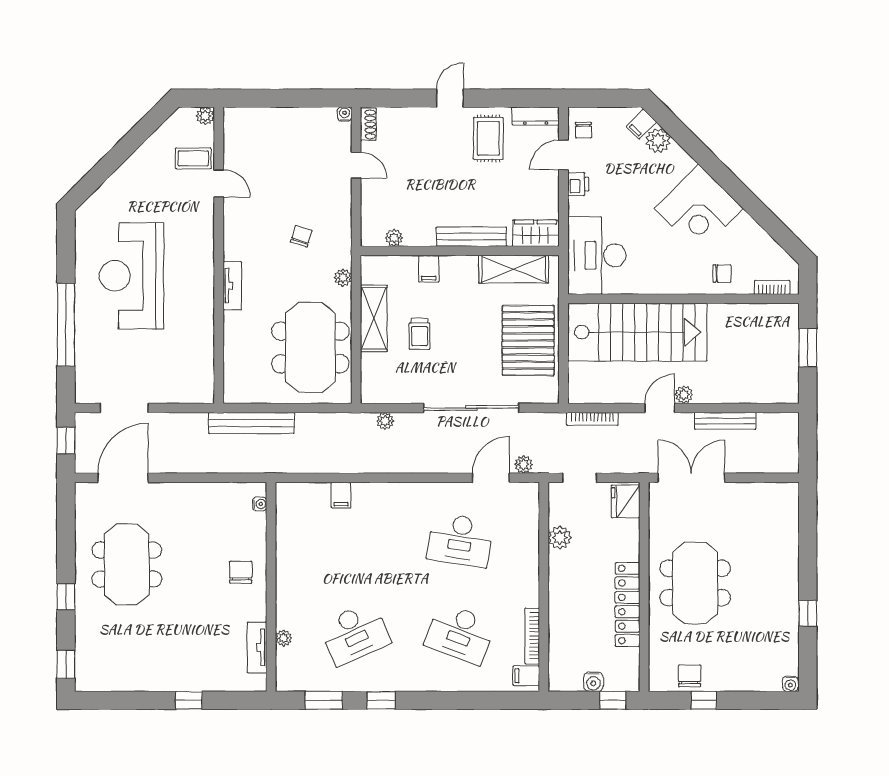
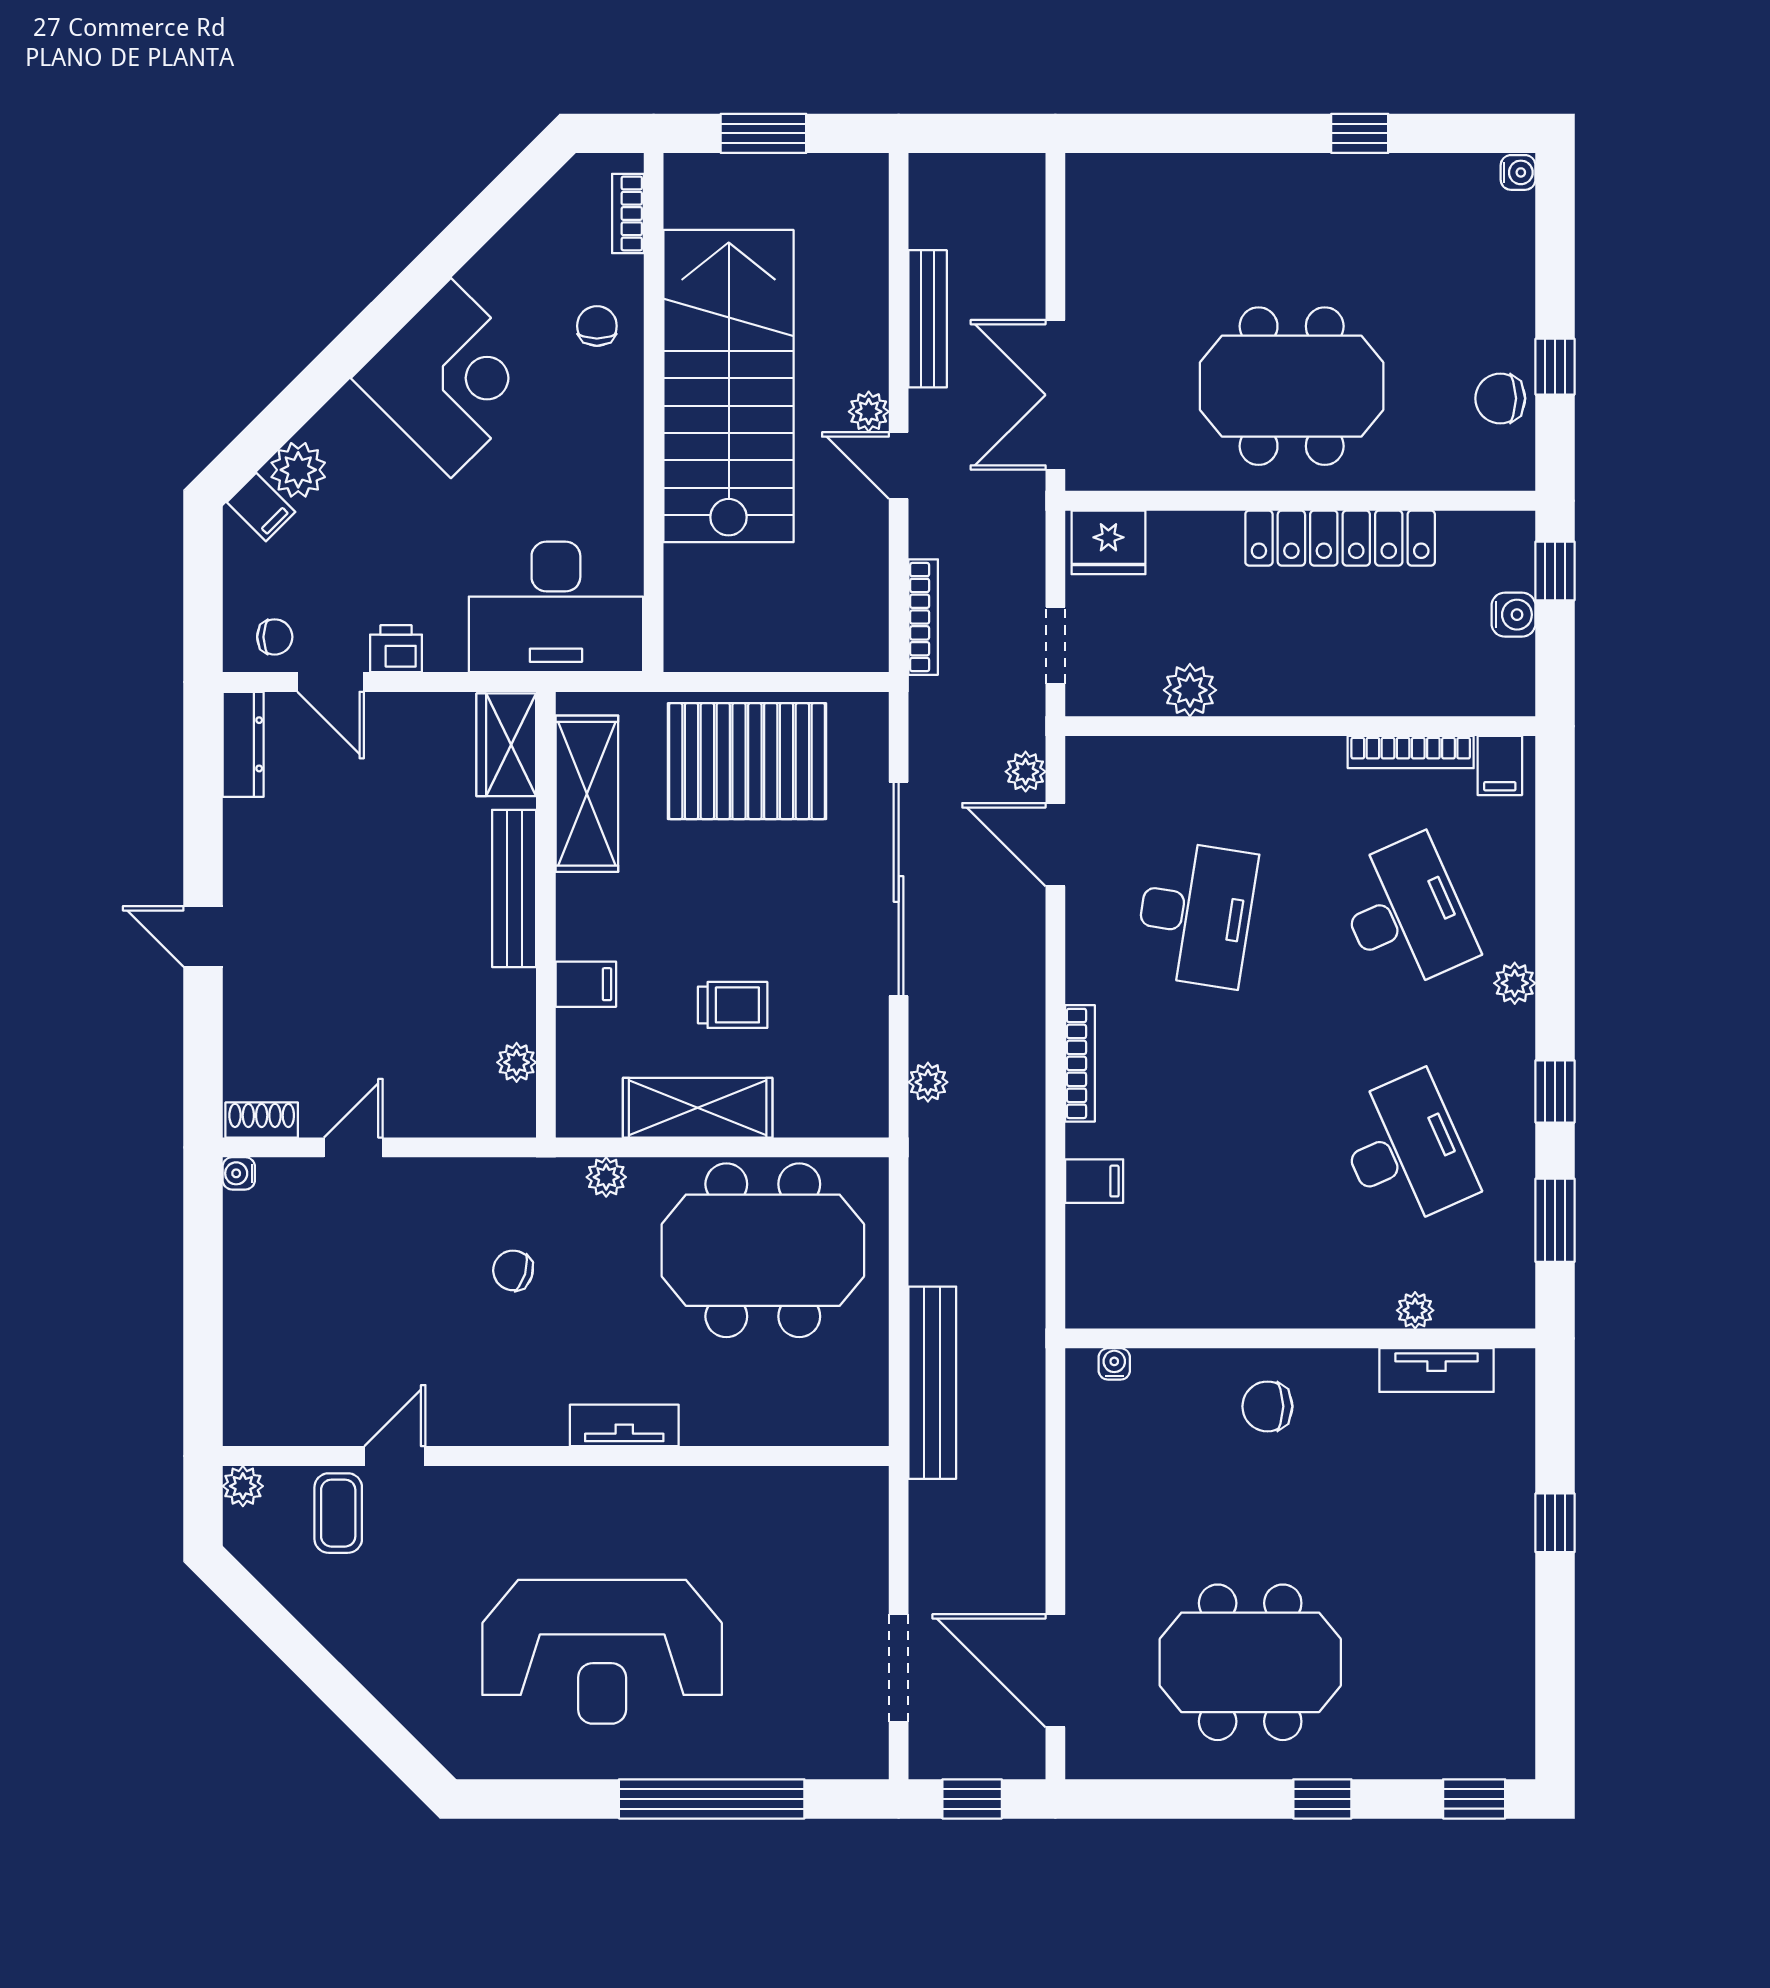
rug: (488, 138) -> (293, 851), removed
stairs: (637, 332) -> (729, 386), moved
bookcase: (394, 489) -> (1080, 1063), added
desk: (460, 634) -> (1405, 914), turned -45
plant: (429, 682) -> (1515, 983), added

